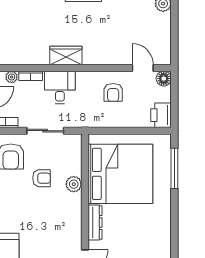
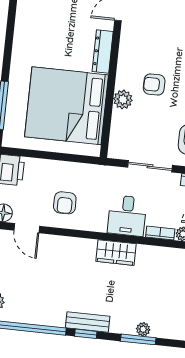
armchair: (113, 92) -> (65, 203), turned 180
armchair: (42, 178) -> (154, 84), moved

